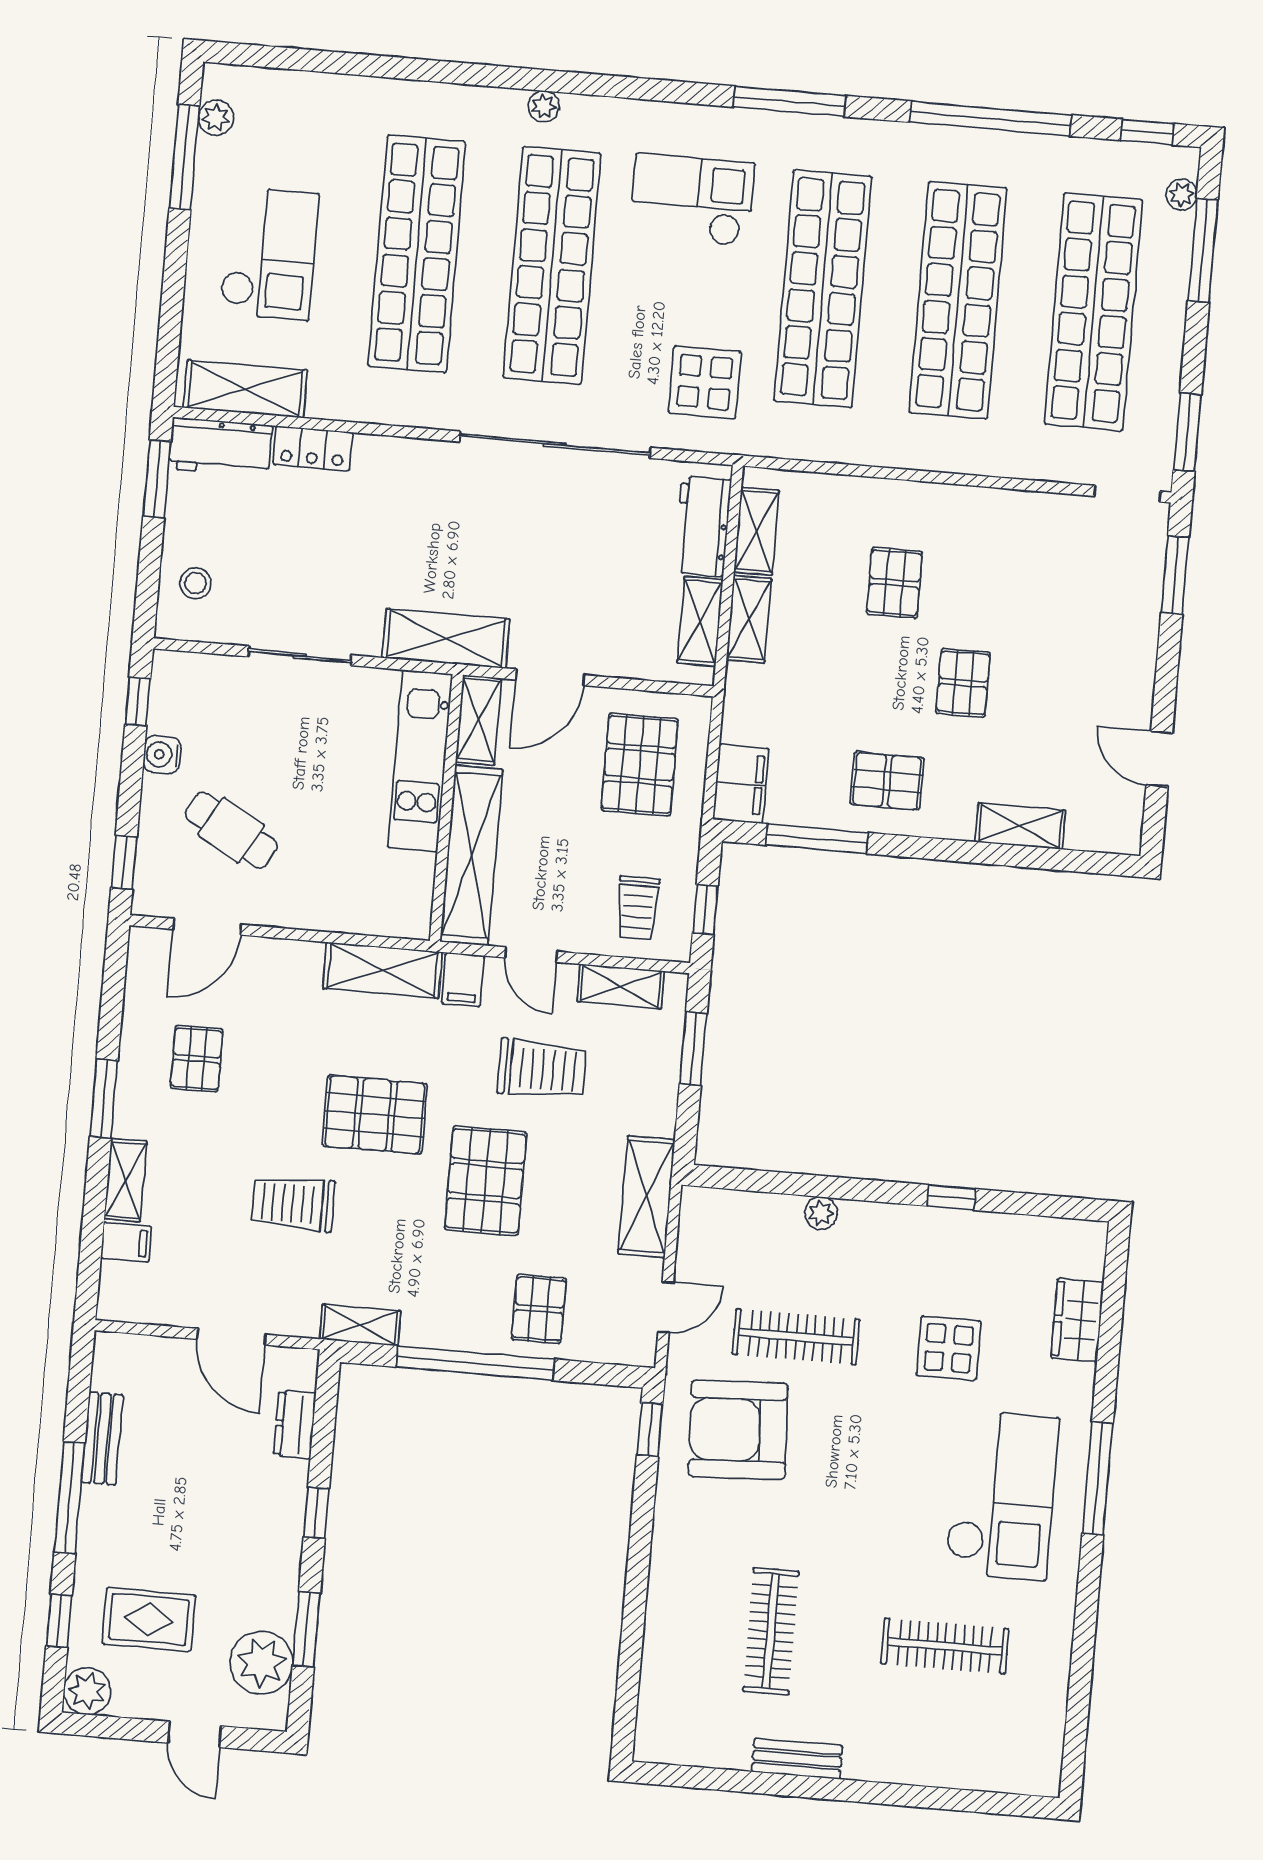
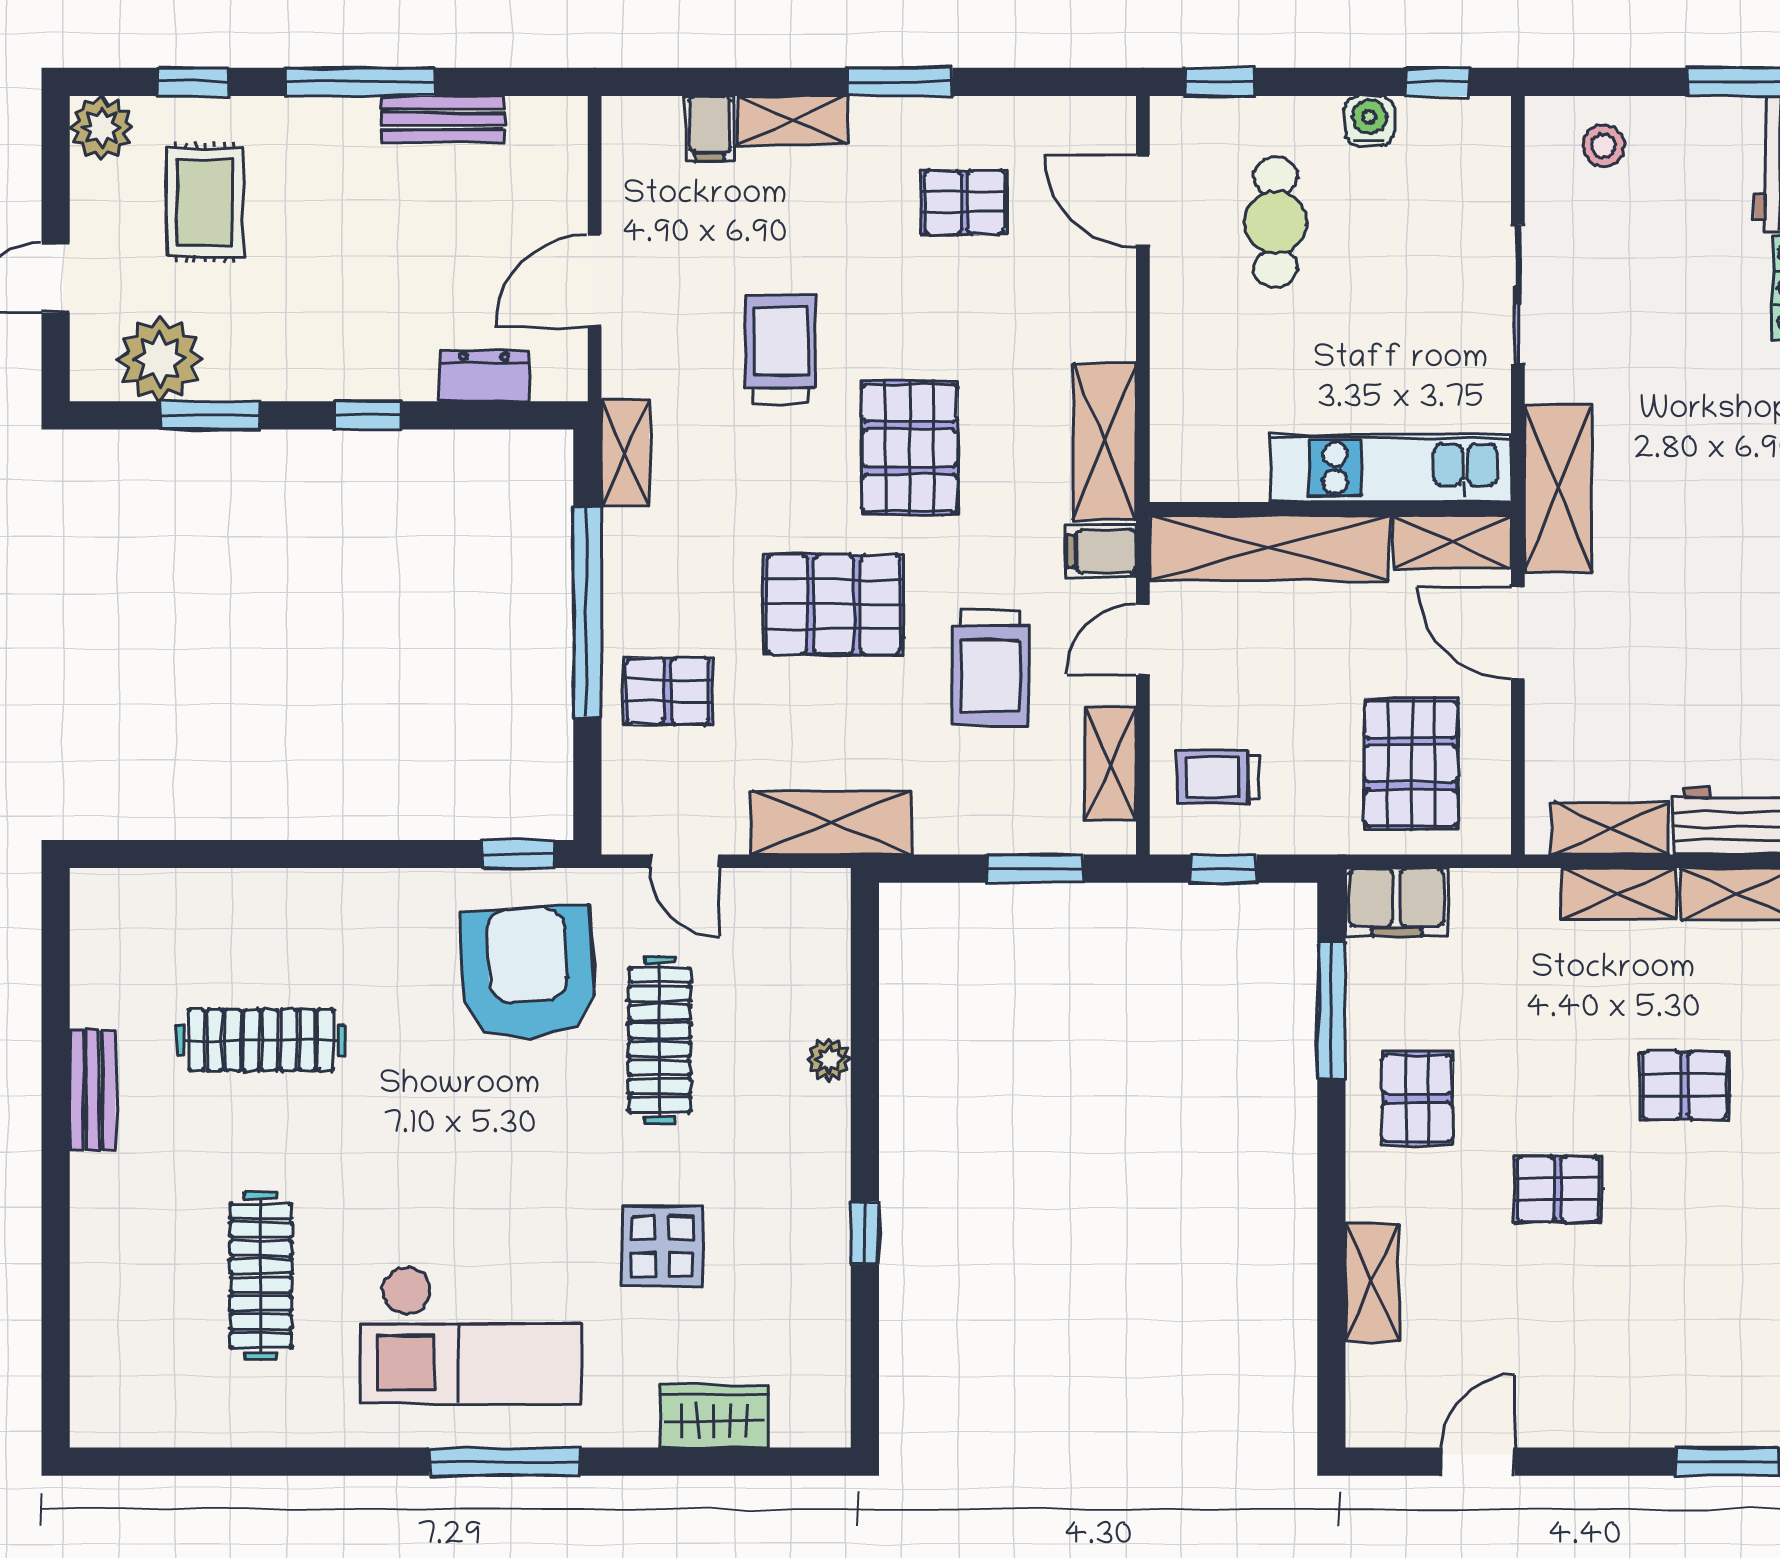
pallet: (640, 765) -> (1411, 764), turned 90
cafe table: (231, 830) -> (1276, 222), turned -30

